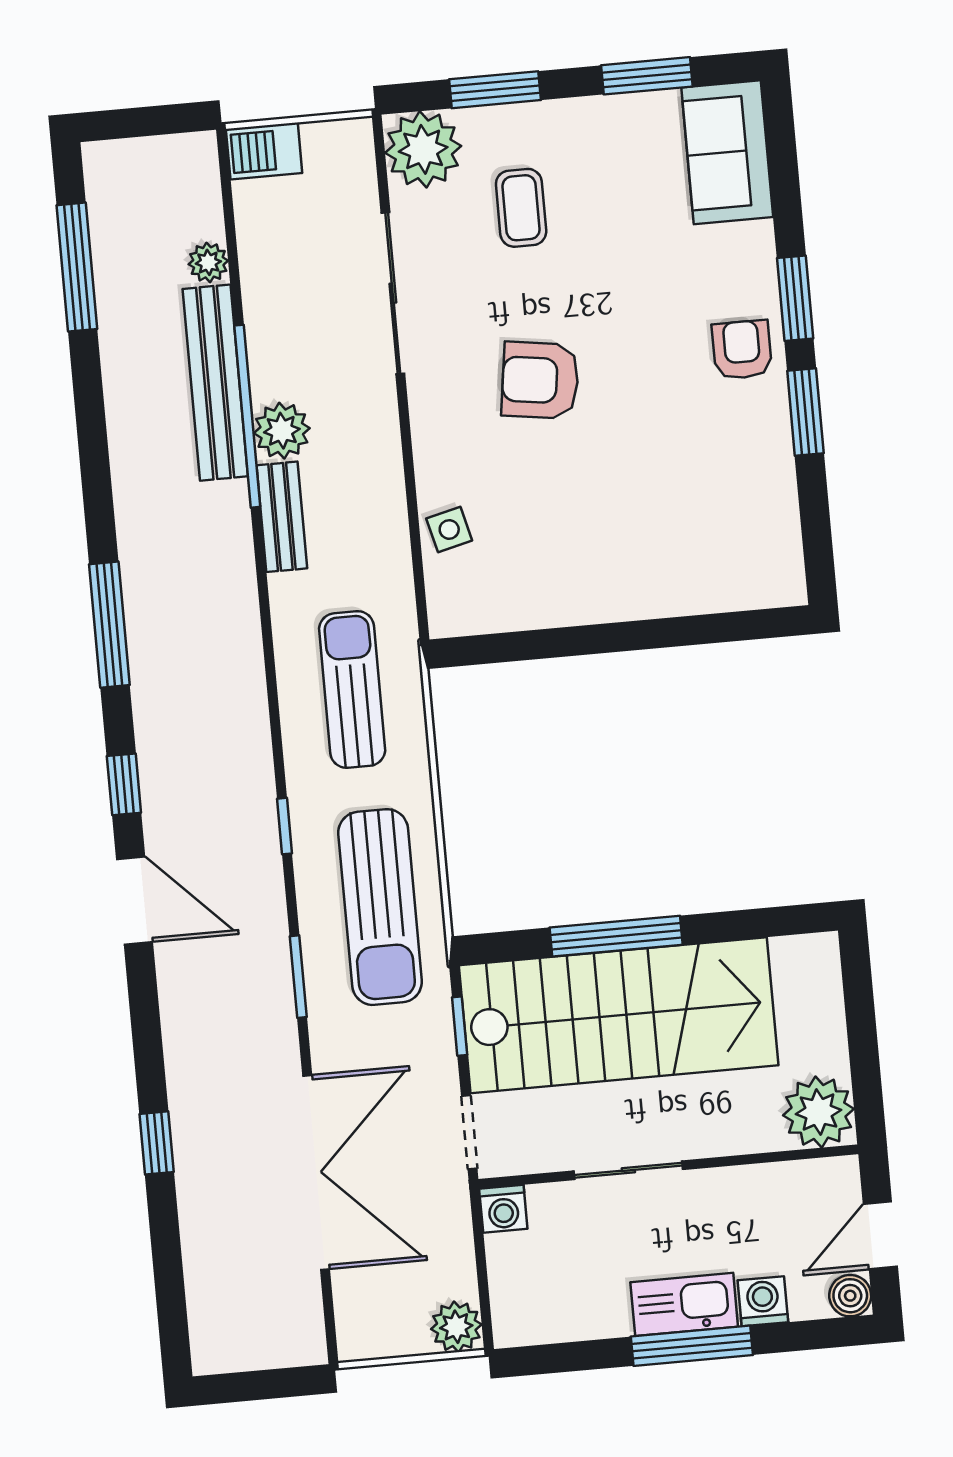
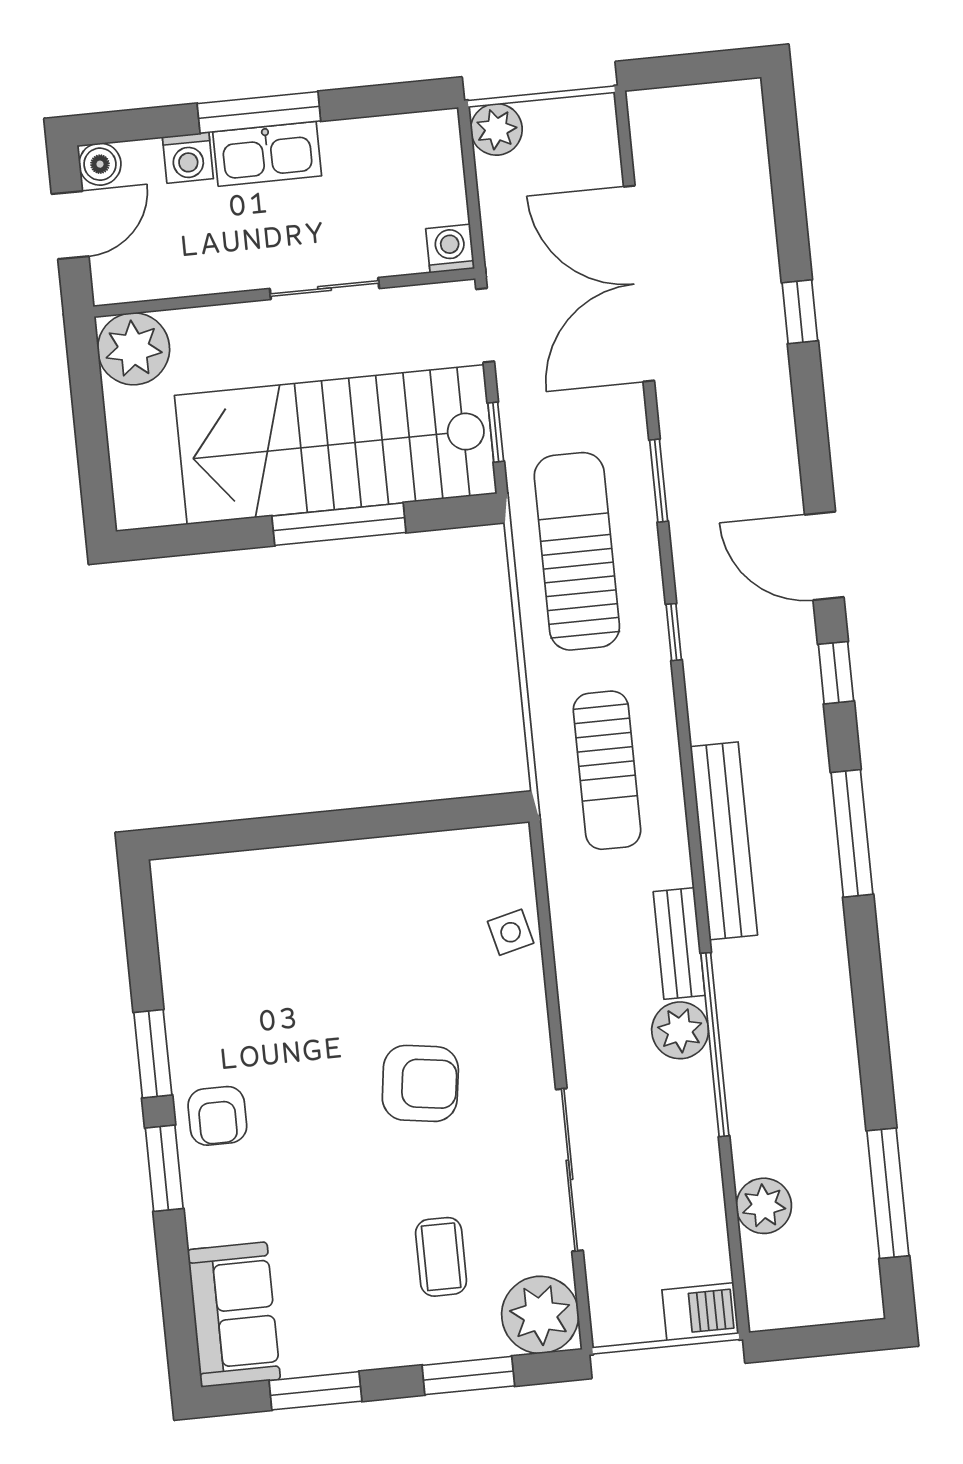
plant: (208, 262) -> (764, 1206), width x1.38, depth x1.38
bench: (215, 383) -> (724, 841), moved

